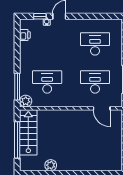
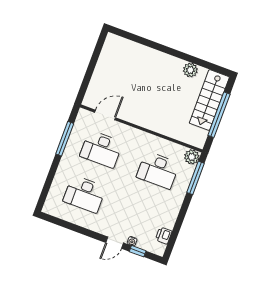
door: (102, 108) -> (105, 115), hinge flipped
stairs: (28, 132) -> (209, 100), moved

